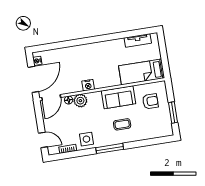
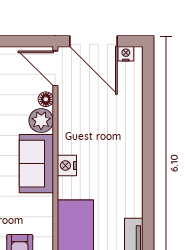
nightstand: (88, 85) -> (67, 166), moved
sofa: (119, 97) -> (36, 164), moved

